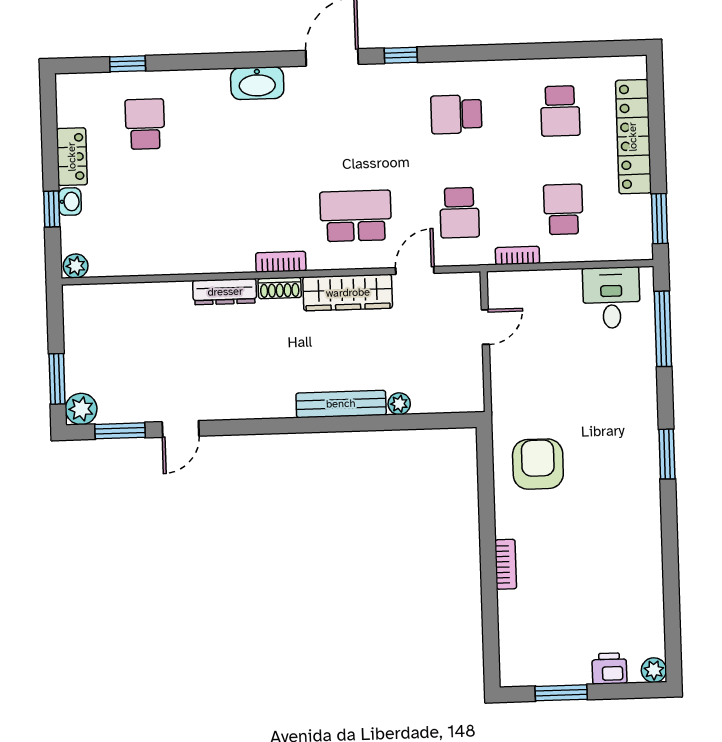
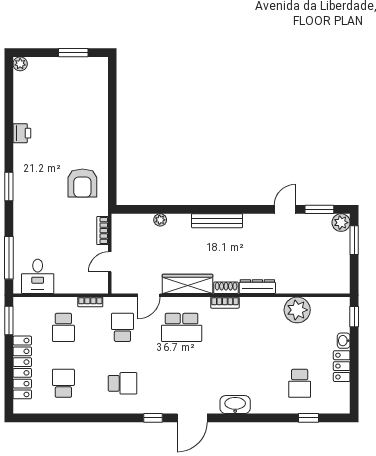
window: (52, 209) -> (354, 317), moved
plant: (76, 266) -> (297, 310), moved, width x1.88, depth x1.88
bench: (341, 404) -> (217, 221), moved
bookcase: (506, 564) -> (102, 231), moved
printer: (609, 669) -> (22, 133), moved, turned -90

